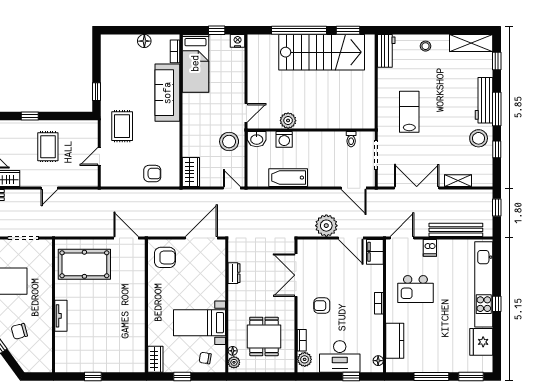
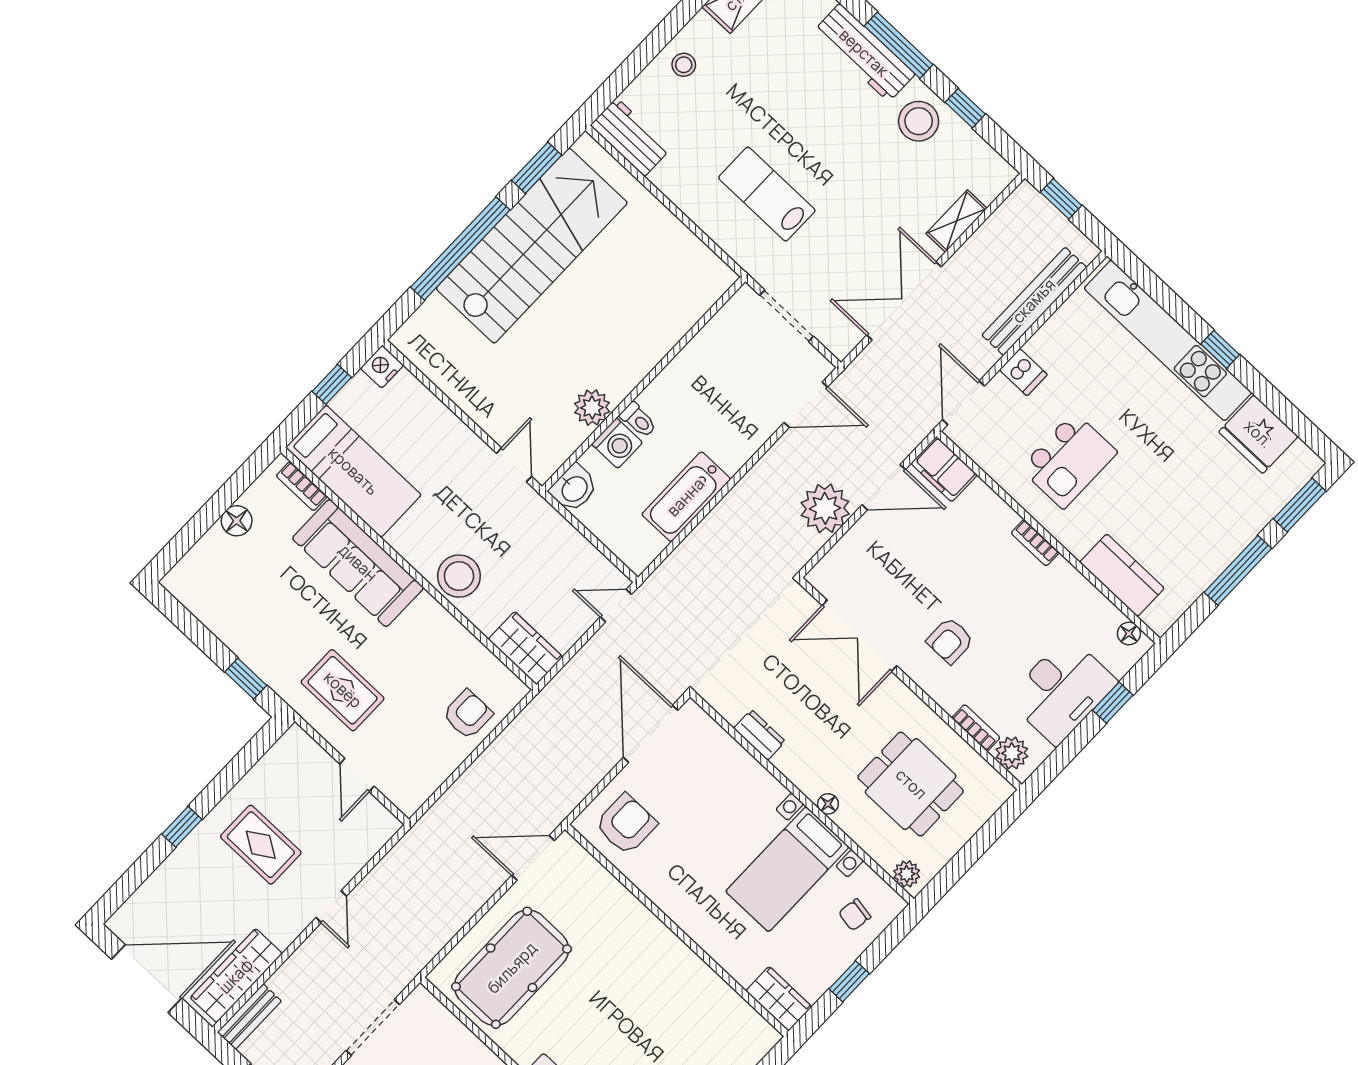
toilet: (351, 139) -> (638, 420), moved
stool: (229, 142) -> (459, 576), moved
floor lamp: (233, 351) -> (828, 804), moved

